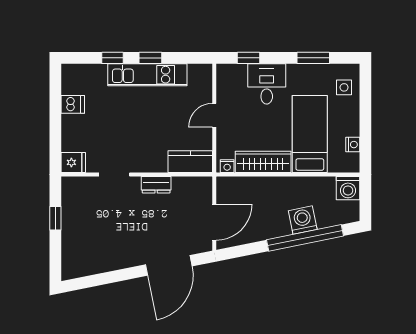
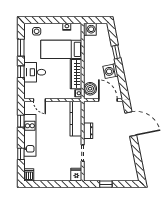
window: (150, 58) -> (21, 121), moved
window: (248, 58) -> (21, 72), moved
dishwasher: (73, 104) -> (29, 175), moved
door: (214, 115) -> (39, 100), moved
kitchen counter: (190, 162) -> (76, 119), width x1.50
boiler: (236, 188) -> (90, 89), added
washing machine: (303, 220) -> (110, 71), moved
window: (305, 238) -> (116, 52), width x0.32

